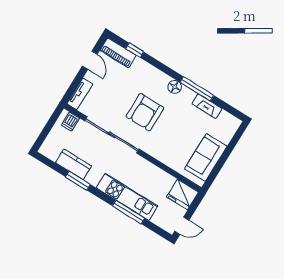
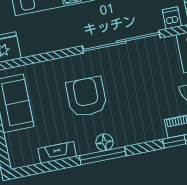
window: (197, 89) -> (103, 156), moved
armchair: (145, 112) -> (86, 97), moved

